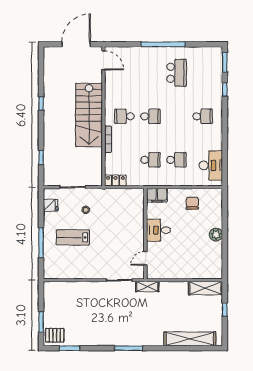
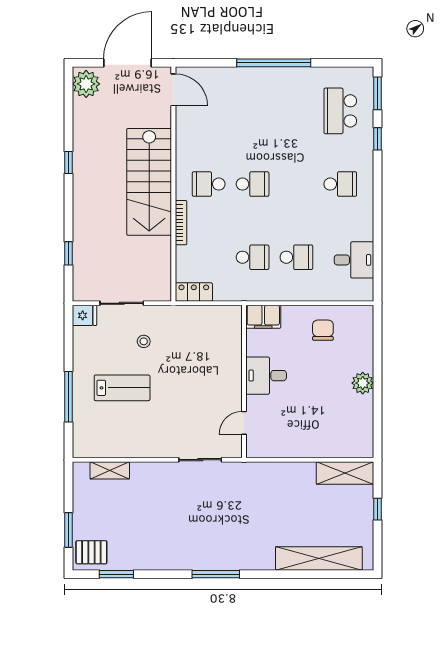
plant: (52, 57) -> (86, 84), added
school desk: (177, 73) -> (340, 111), moved, turned 180
desk: (211, 165) -> (354, 260), width x0.73
fridge: (51, 205) -> (84, 315), moved
lab bench: (73, 237) -> (122, 388), turned 180
shelving: (147, 287) -> (110, 470), moved

